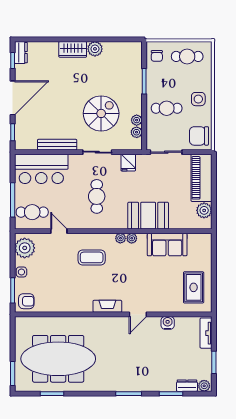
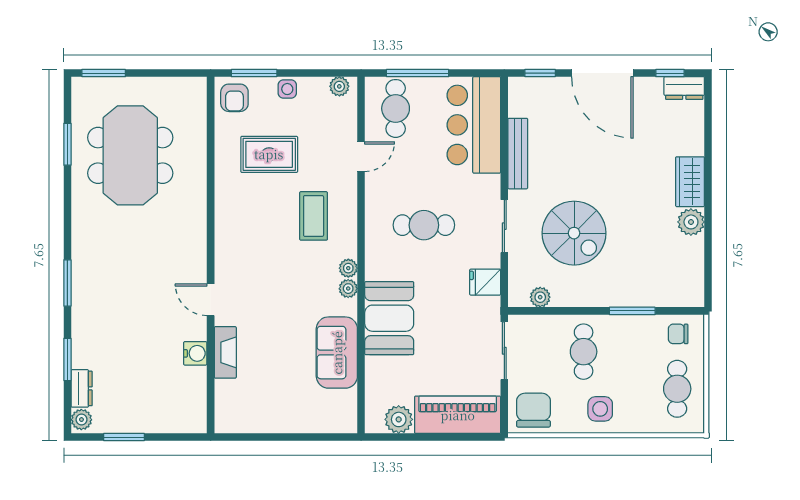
plant: (137, 120) -> (562, 297), removed
plant: (25, 248) -> (339, 86), width x0.53, depth x0.53
rug: (194, 287) -> (269, 154), moved
fireplace: (107, 306) -> (225, 352), moved
tv unit: (206, 333) -> (177, 423), removed
meeting table: (58, 359) -> (130, 155), width x0.73

